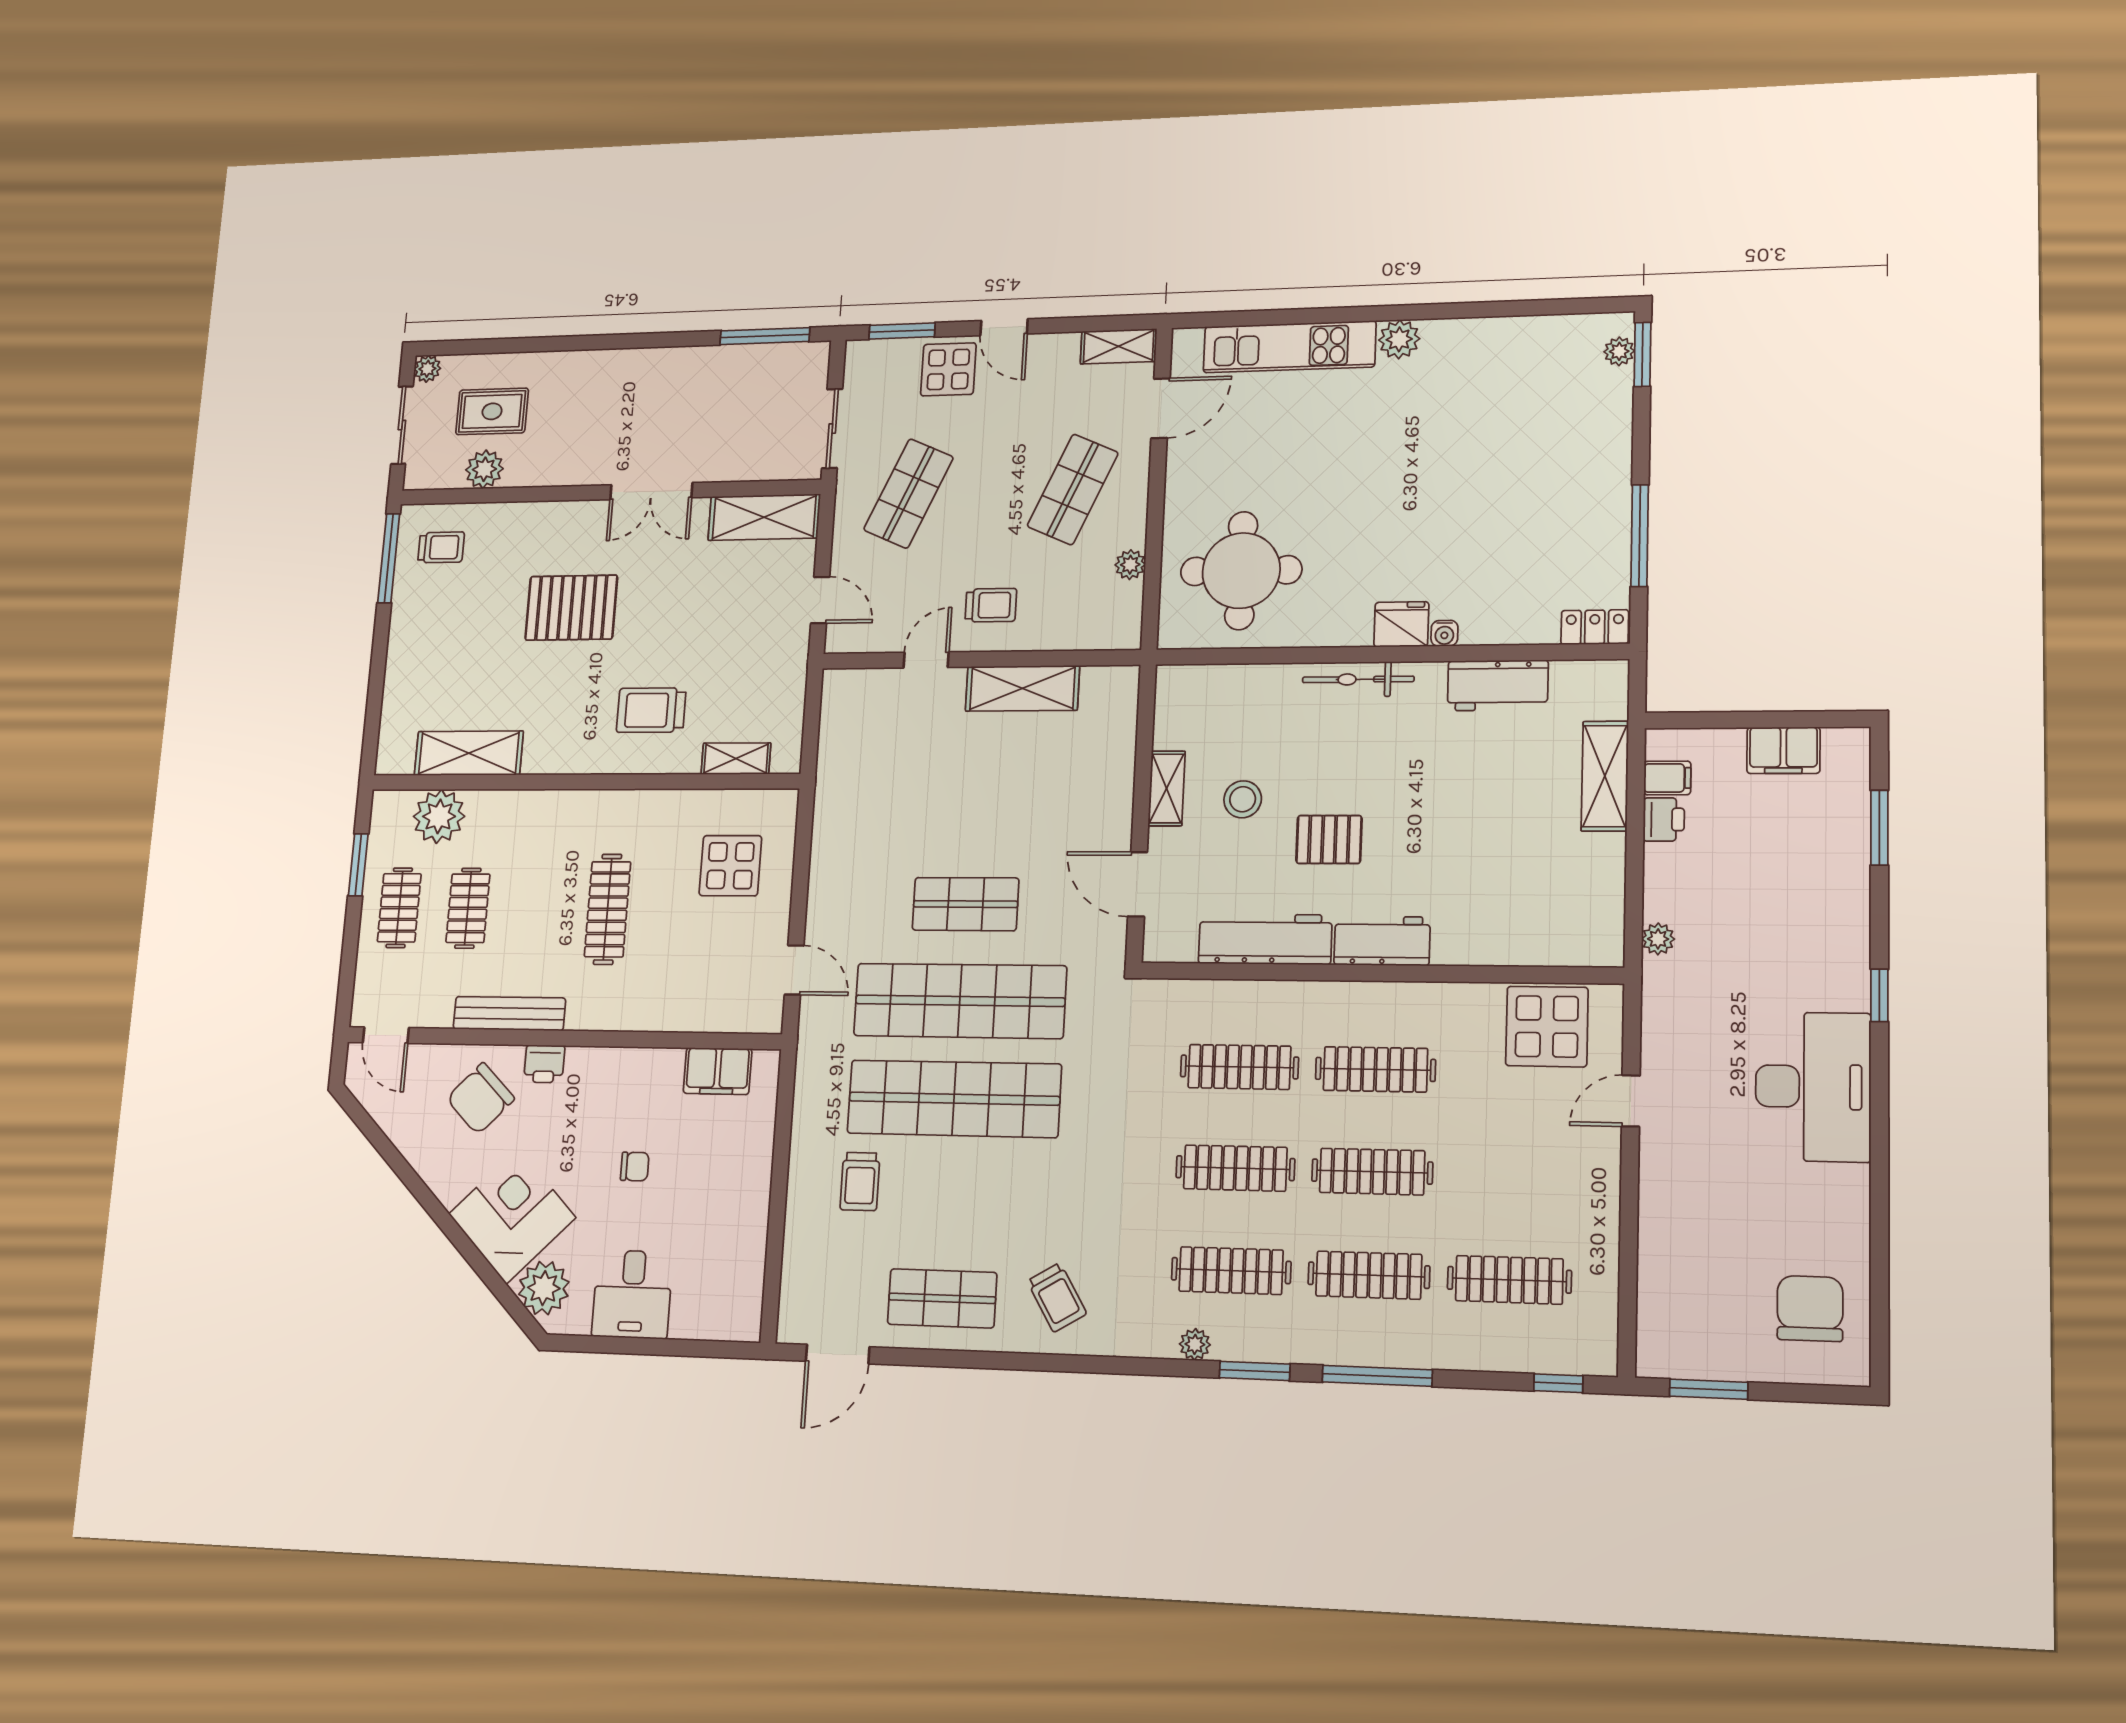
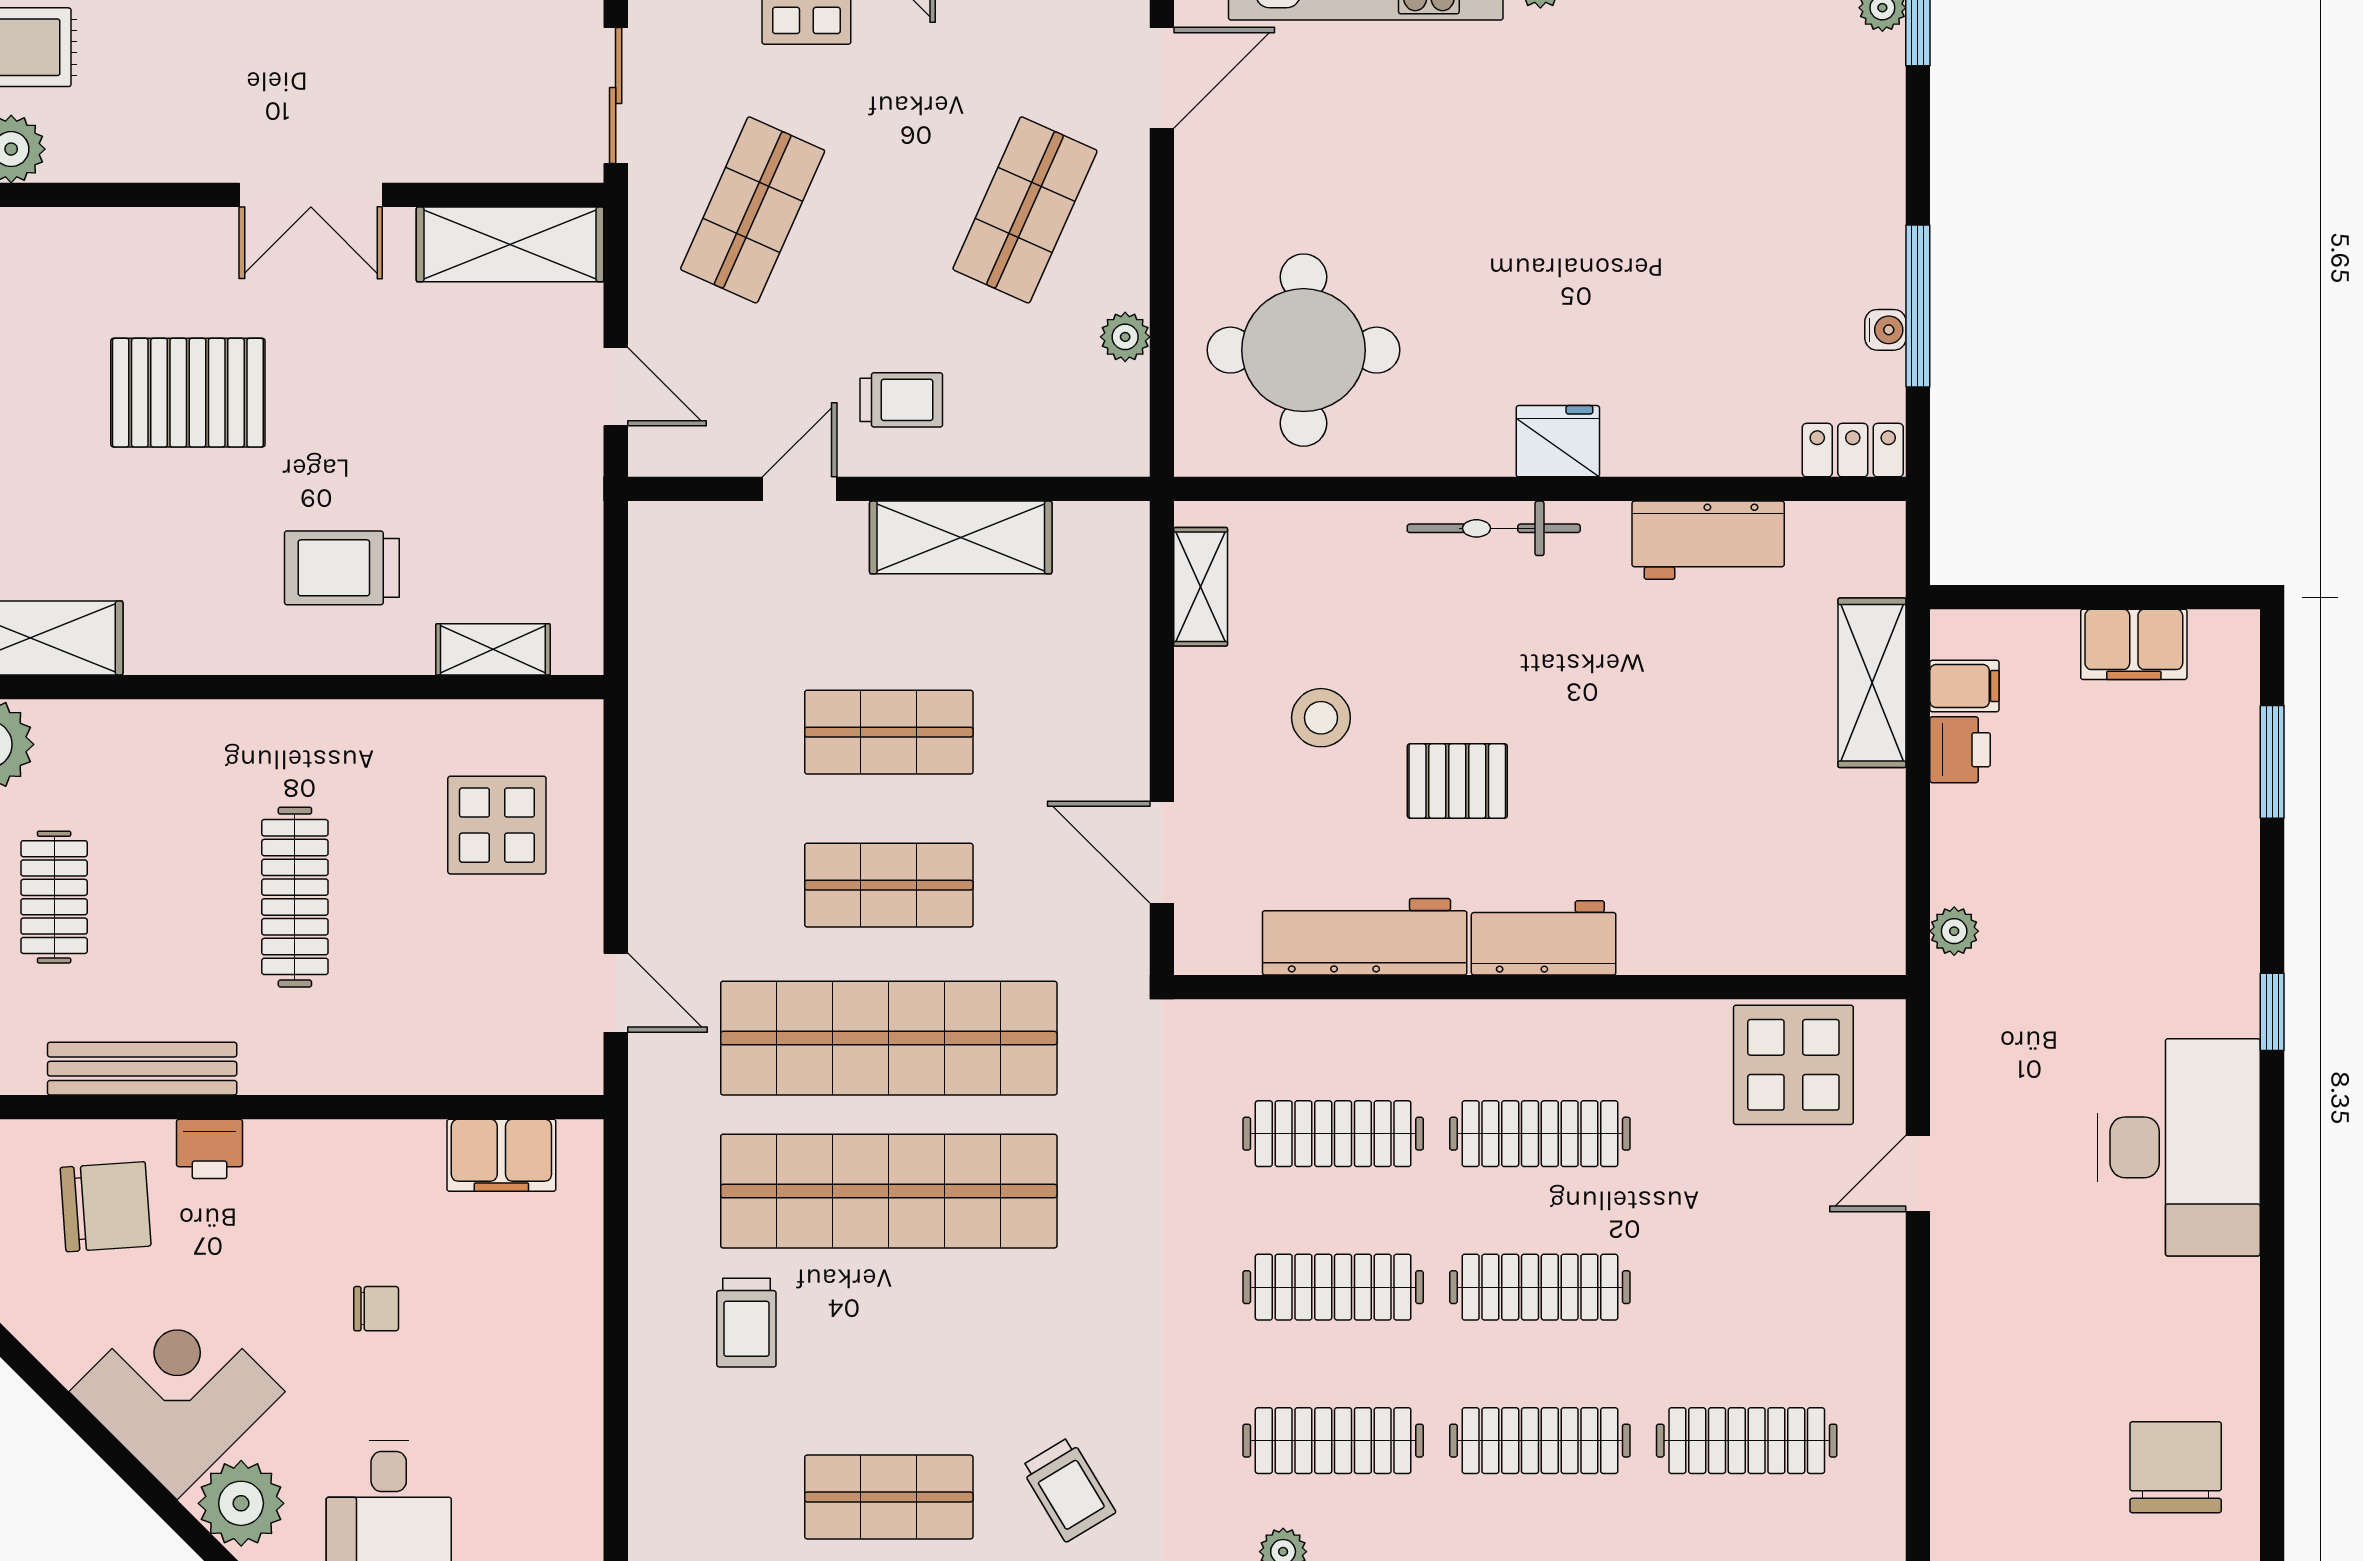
water cooler: (1444, 633) -> (1885, 330), moved, turned -90
shelving: (1167, 788) -> (1201, 587), moved
shop shelf: (971, 809) -> (889, 732), added
chair: (480, 1099) -> (106, 1207), turned -138

